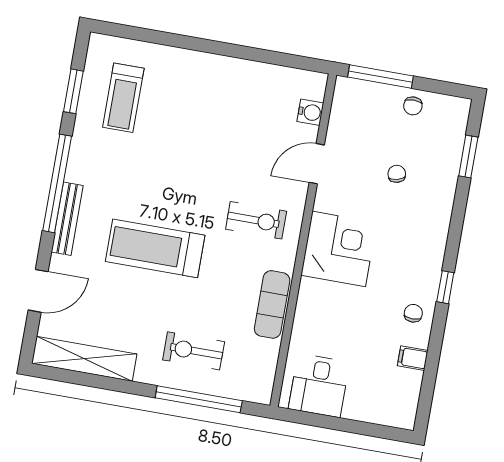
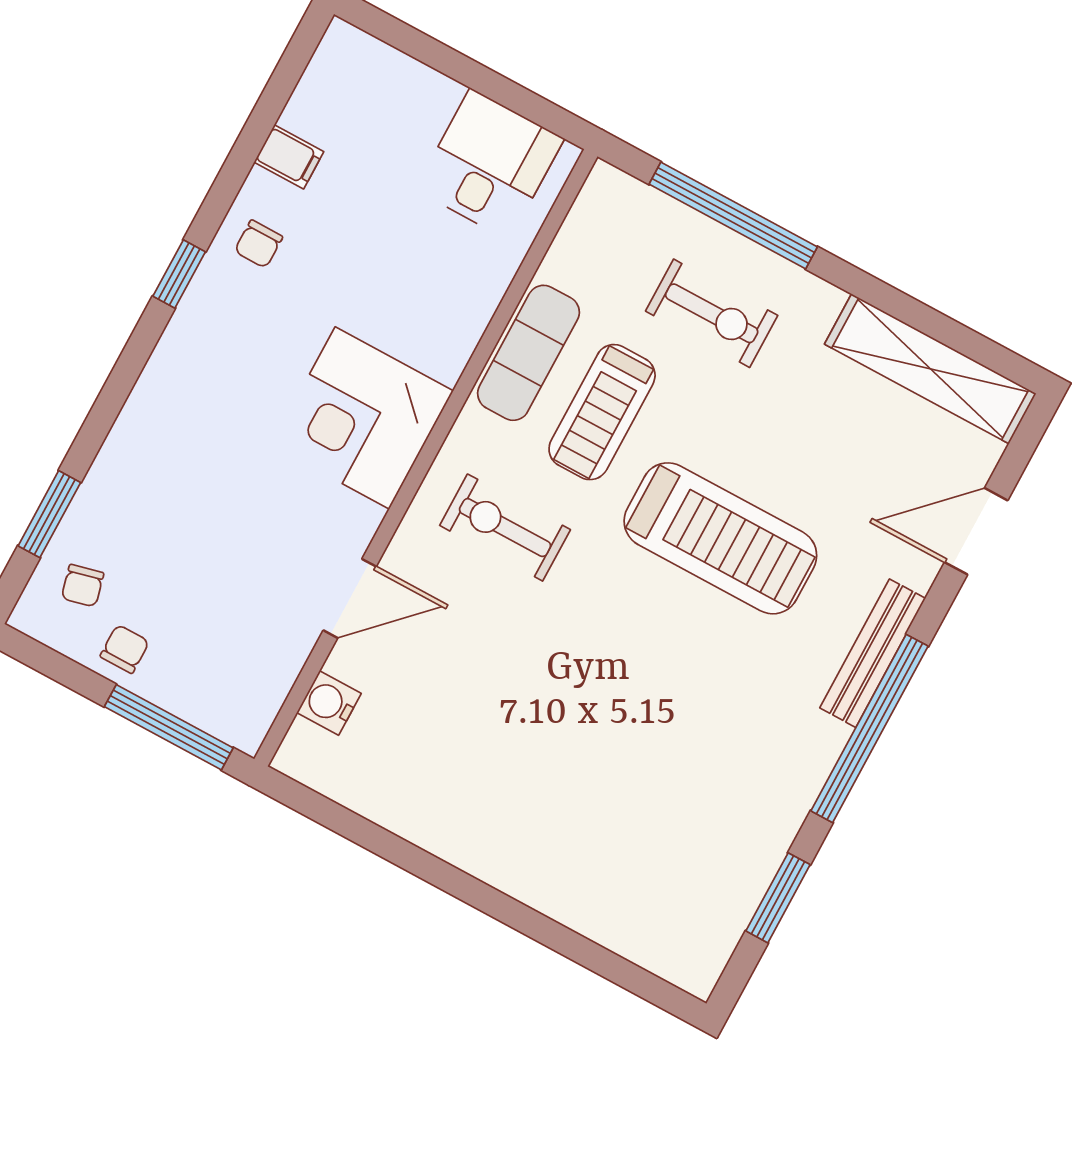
treadmill: (123, 98) -> (602, 412), moved, turned 180
chair: (397, 174) -> (83, 586), moved

